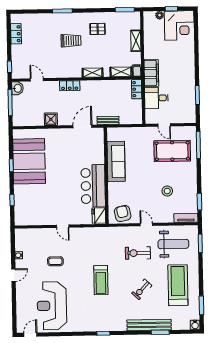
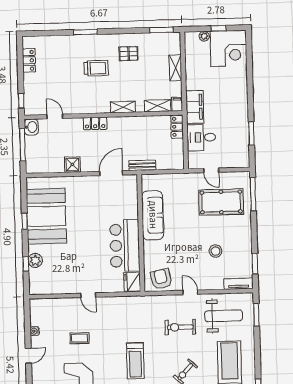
plant: (20, 197) -> (35, 260), added

